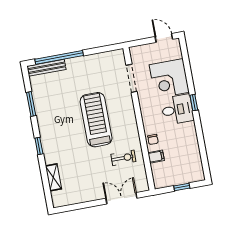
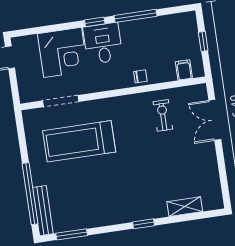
window: (31, 104) -> (72, 234), moved
treadmill: (96, 120) -> (79, 141), moved
window: (200, 134) -> (136, 16), added
filing cabinet: (156, 157) -> (184, 70), moved

